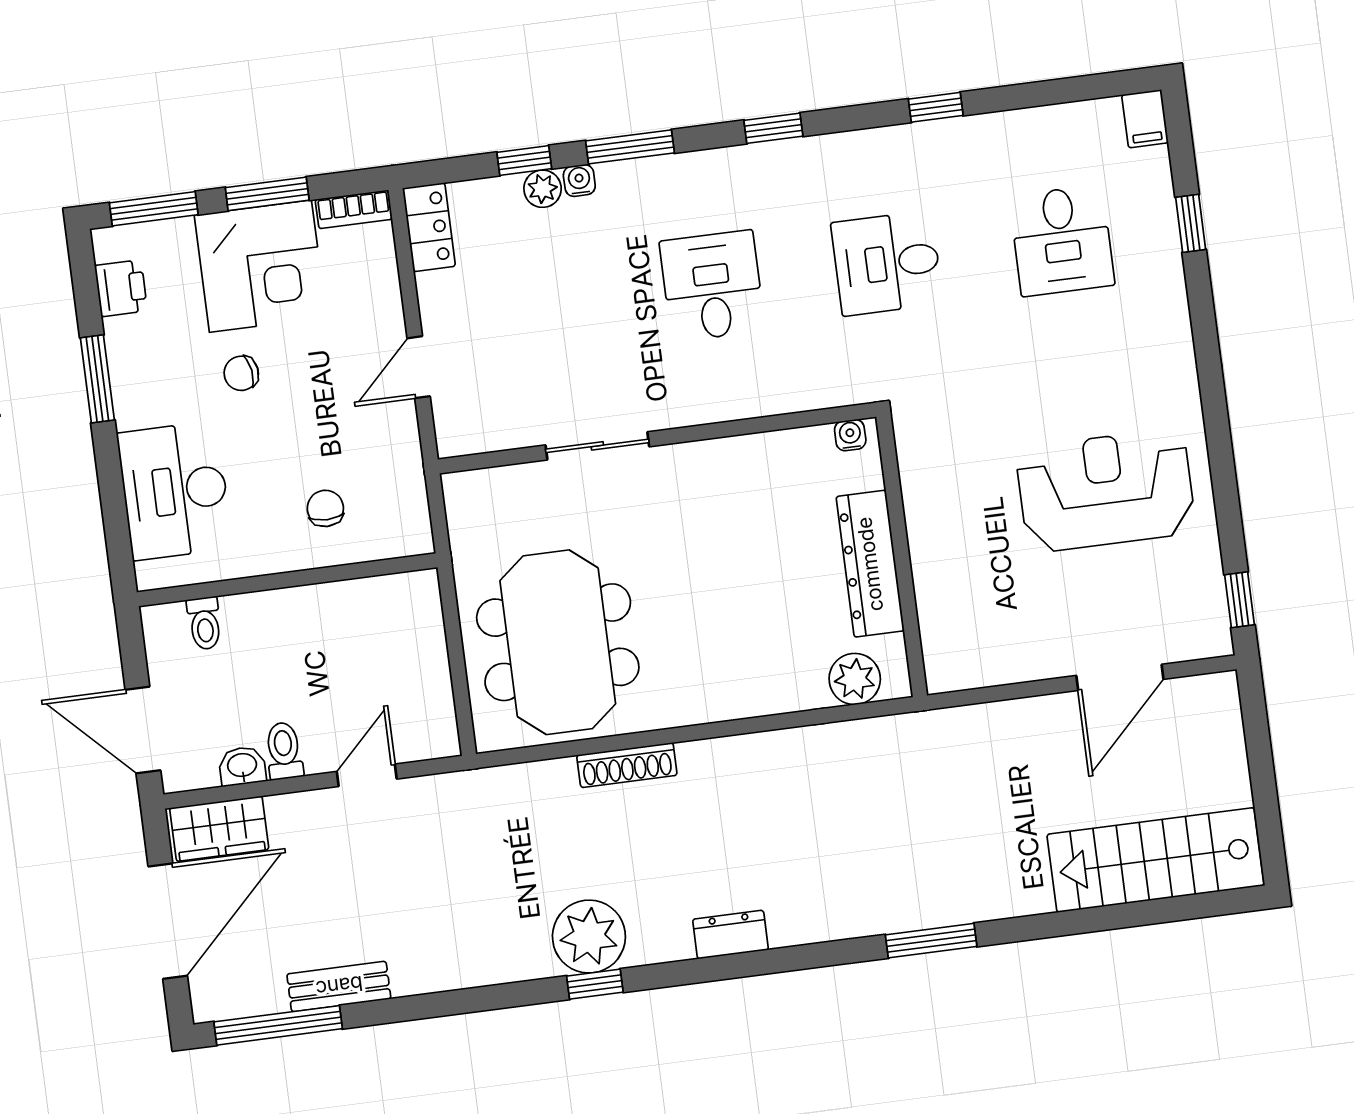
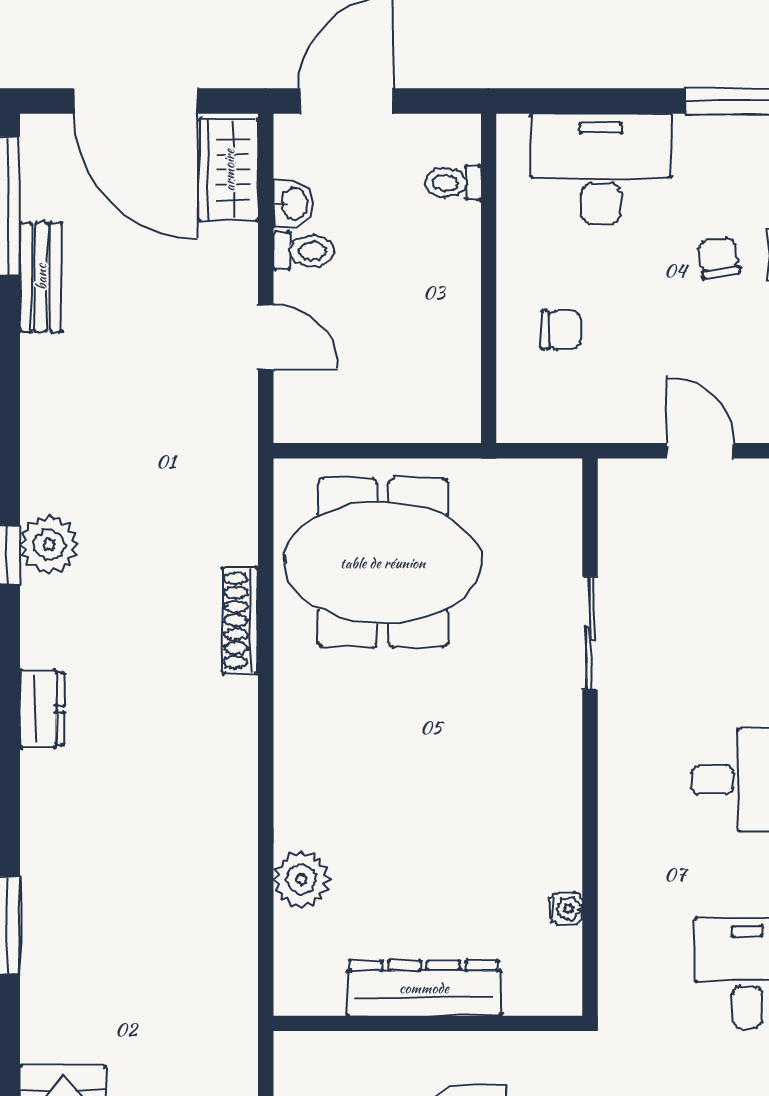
wall: (902, 556) -> (428, 1023), moved
dresser: (870, 564) -> (424, 988), moved
plant: (589, 937) -> (49, 545), width x0.73, depth x0.73

